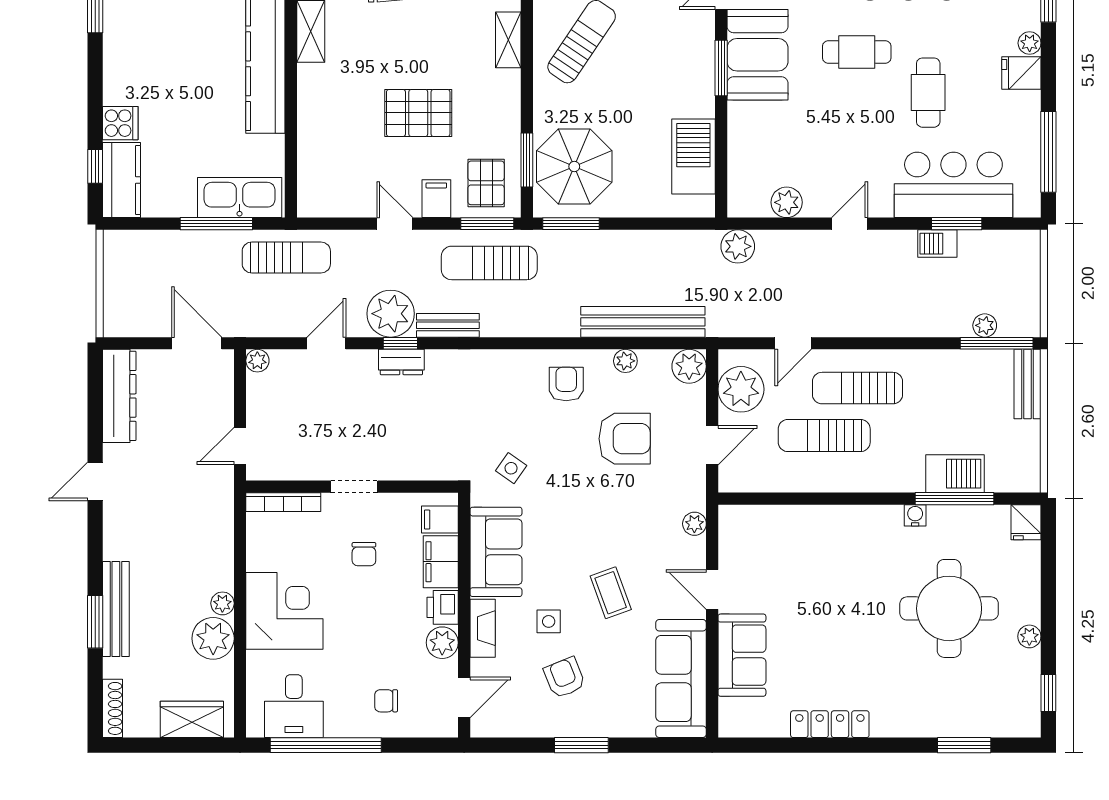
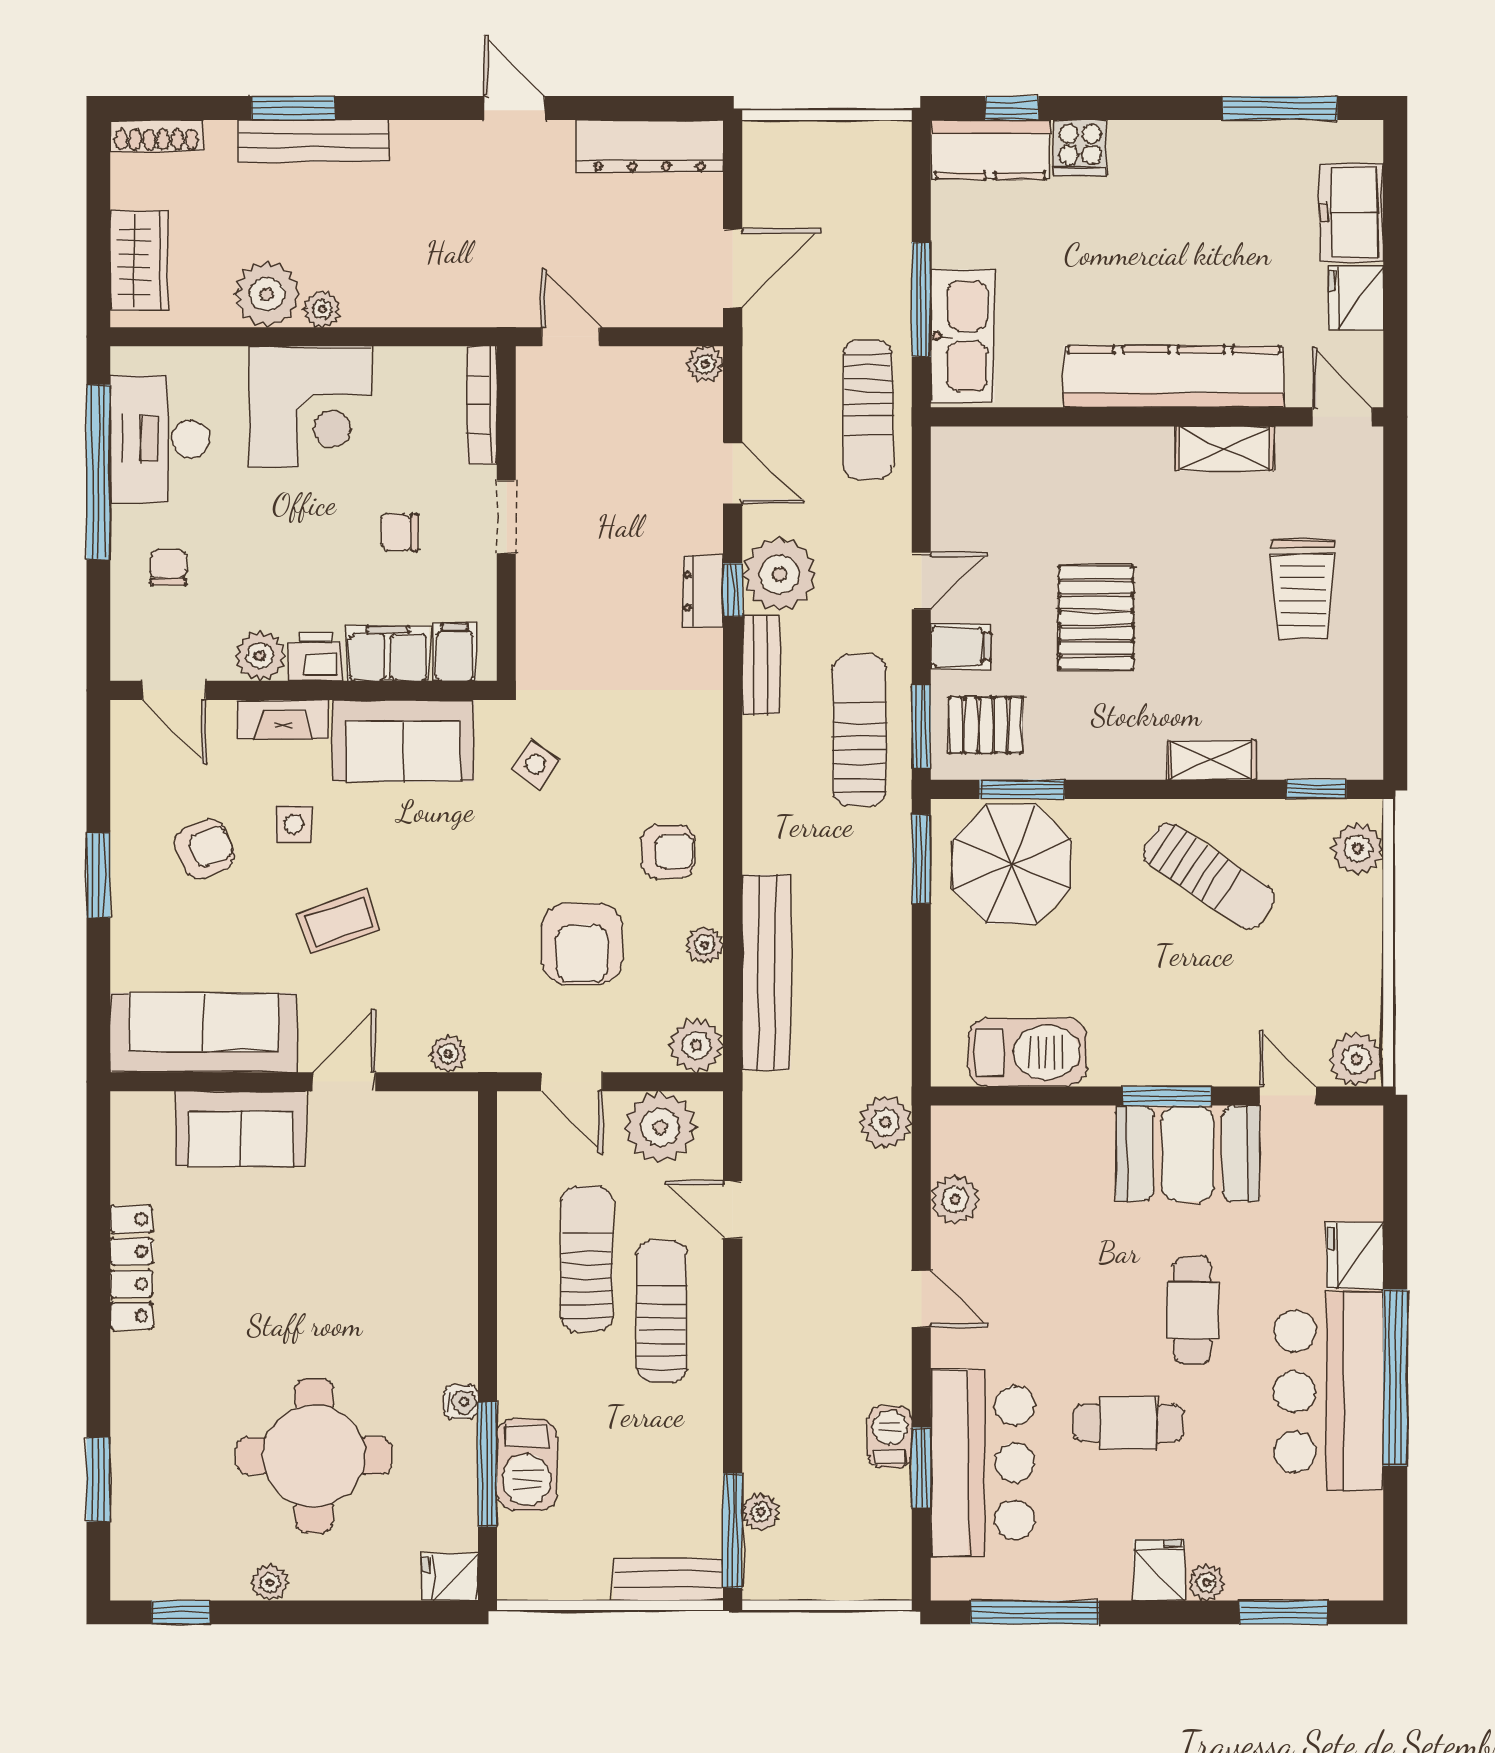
desk: (294, 706) -> (160, 439), width x1.37

